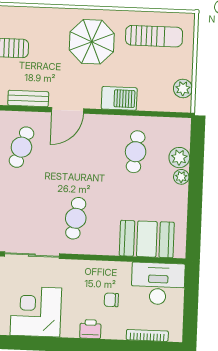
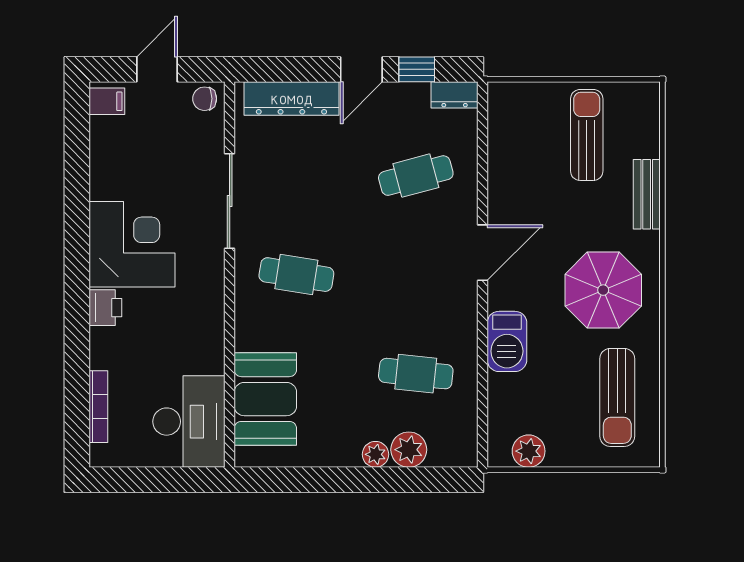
bench: (28, 98) -> (647, 194), moved
door: (67, 110) -> (483, 253), swing flipped
cafe table: (21, 147) -> (416, 176), turned -33
chair: (111, 300) -> (158, 342), removed
corner desk: (36, 312) -> (132, 244), moved

